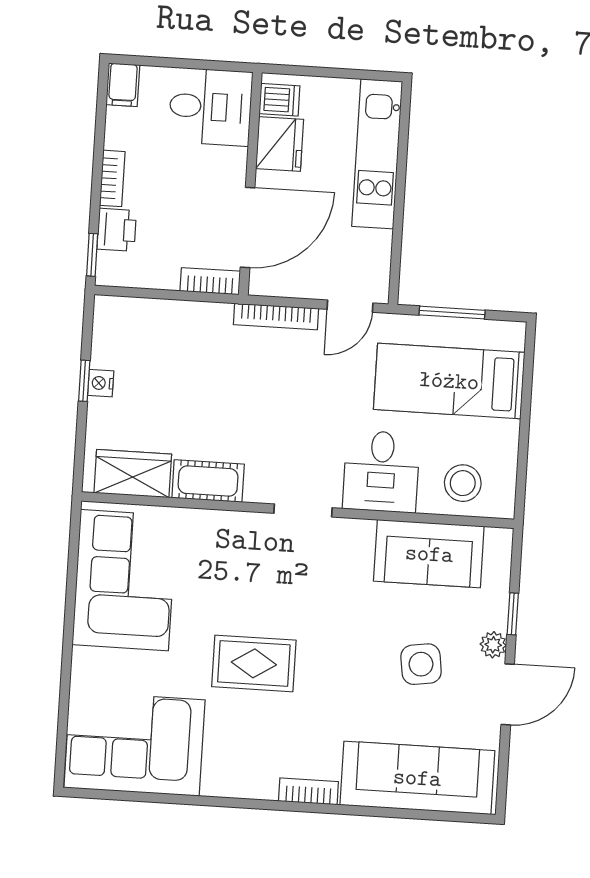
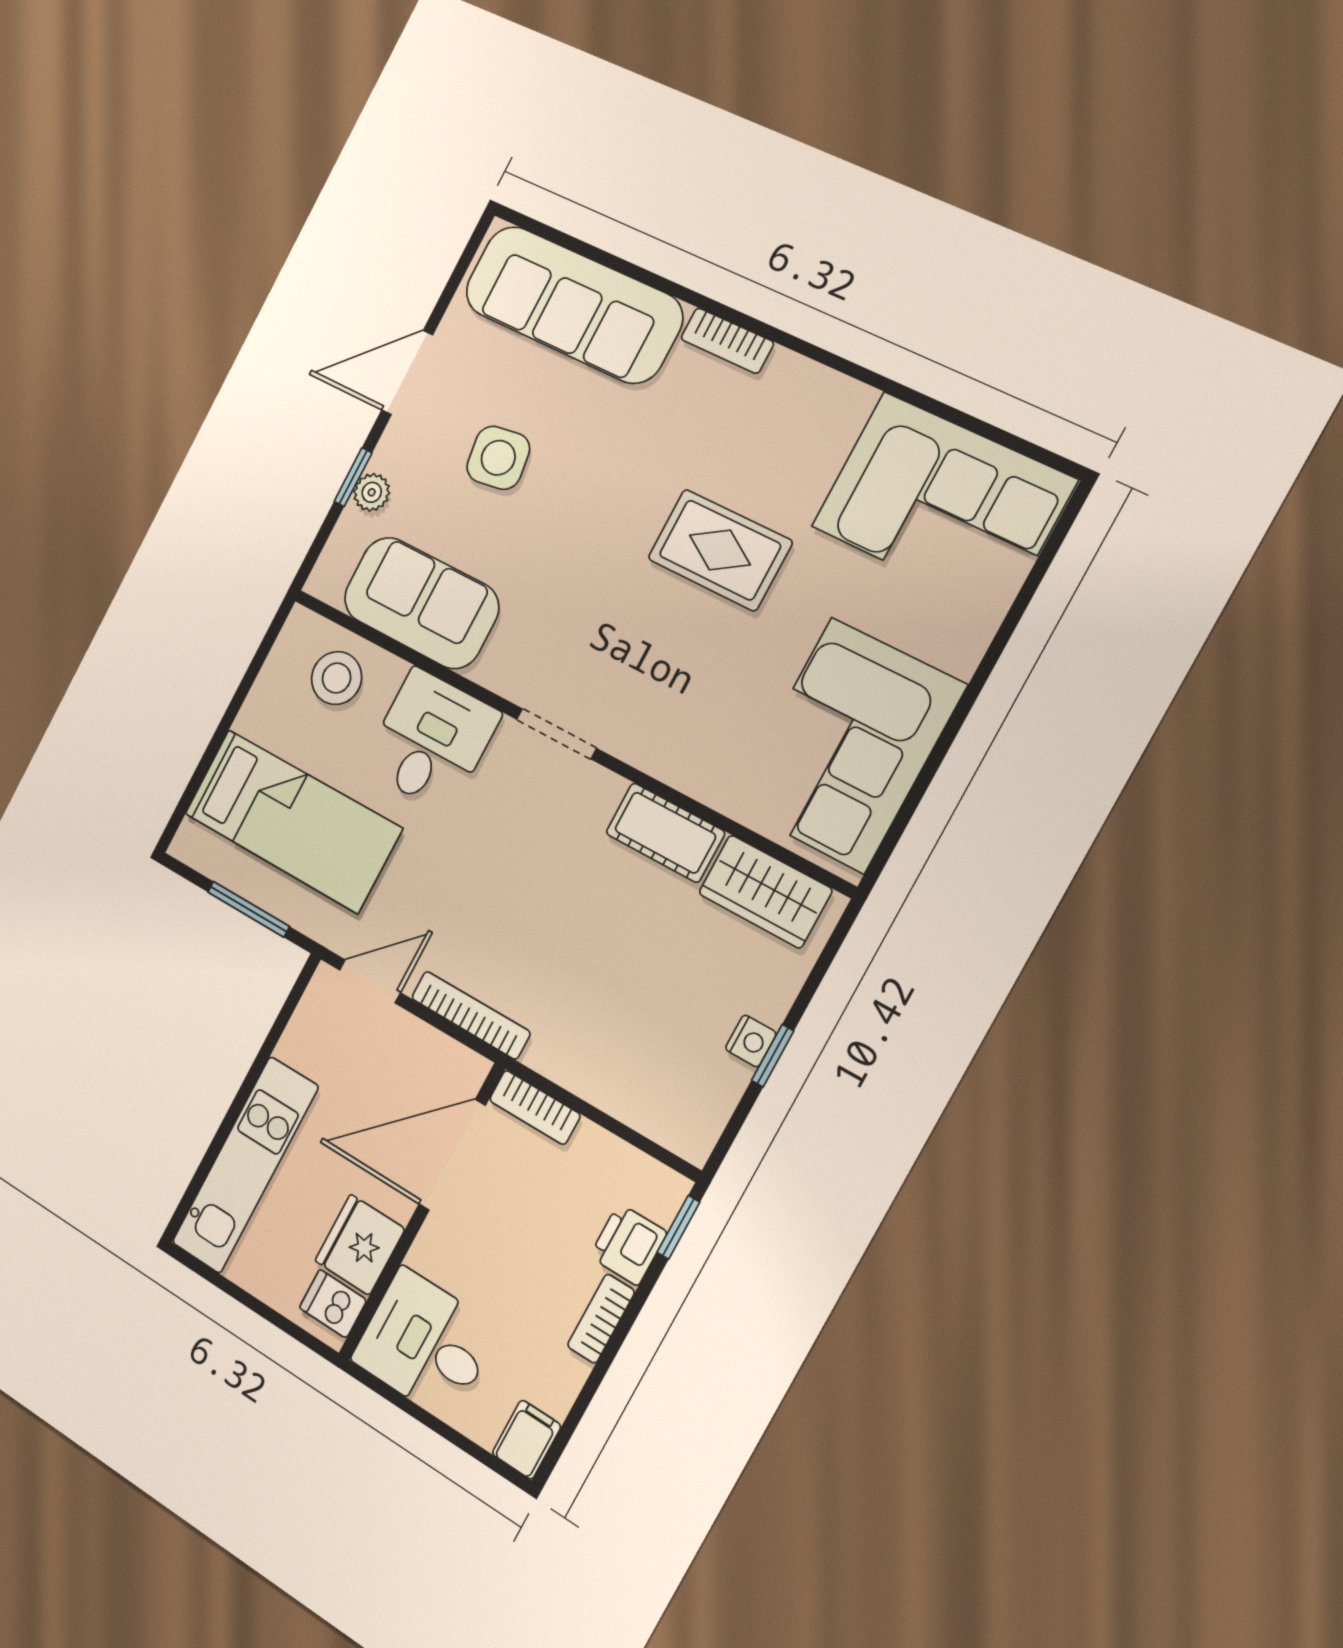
plant: (493, 645) -> (372, 492), moved

